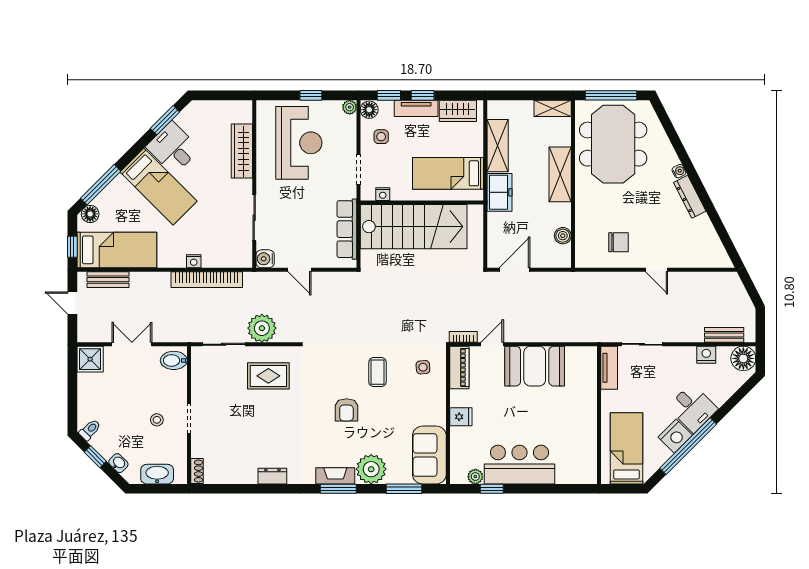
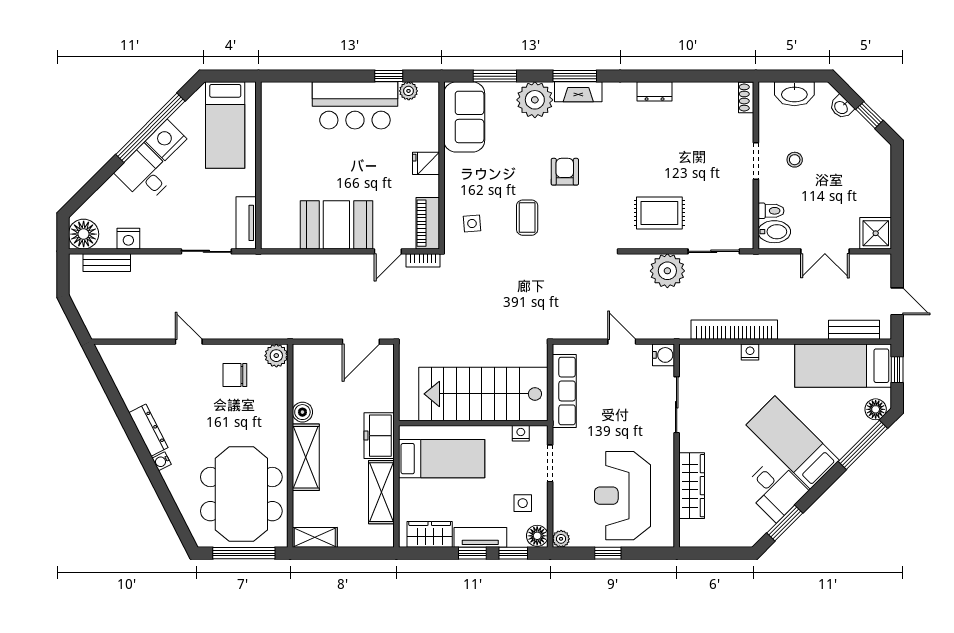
boiler: (563, 236) -> (302, 412), moved
plant: (584, 258) -> (276, 356), added
toilet: (90, 430) -> (771, 211), moved, turned -135

